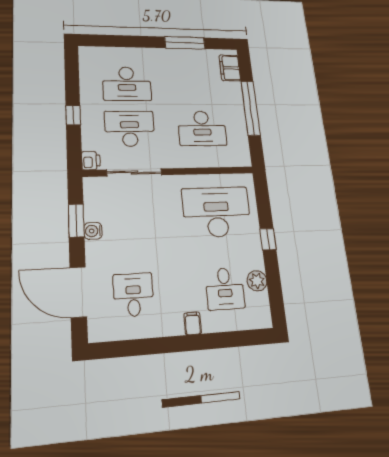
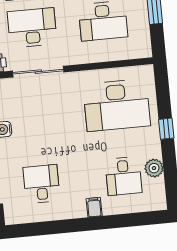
desk: (217, 212) -> (117, 105), turned 180

